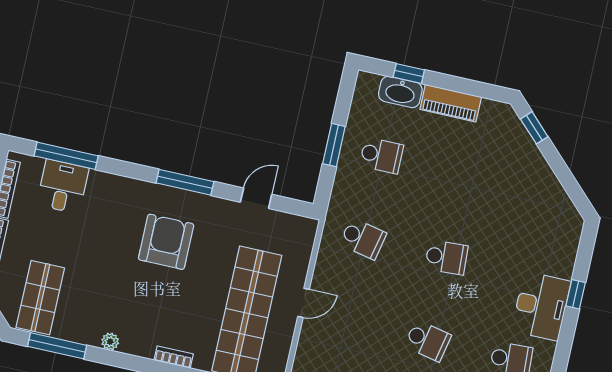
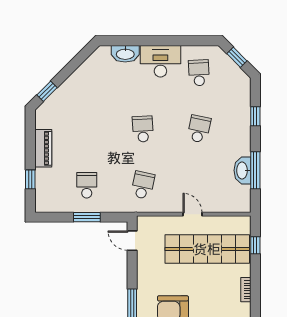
washbasin: (400, 92) -> (125, 54), moved, turned 90
door: (256, 198) -> (132, 241), moved
window: (576, 294) -> (148, 41), removed

